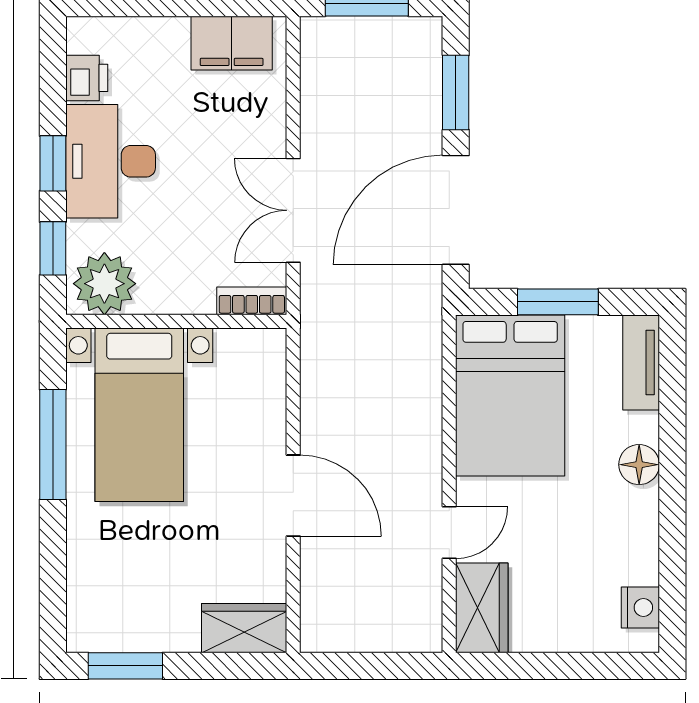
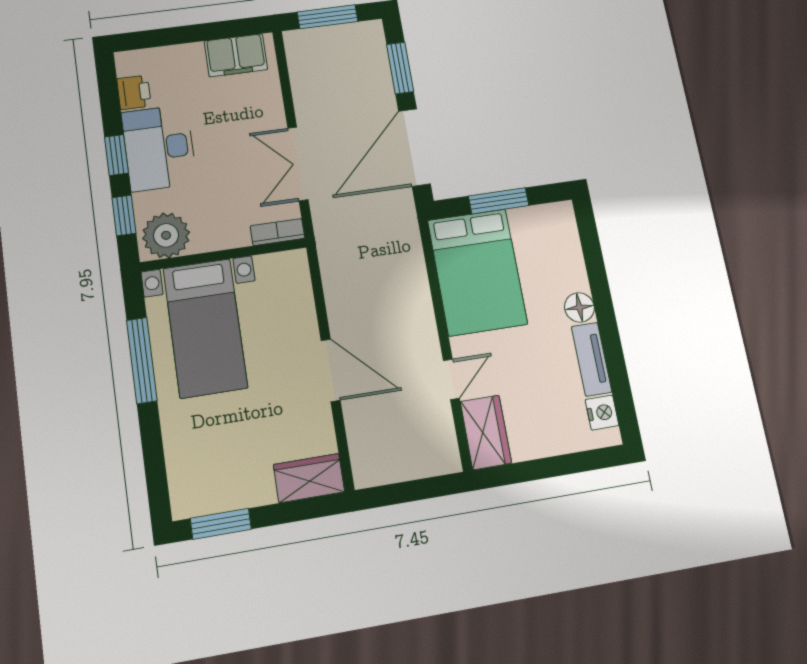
tv unit: (641, 363) -> (592, 359), moved

